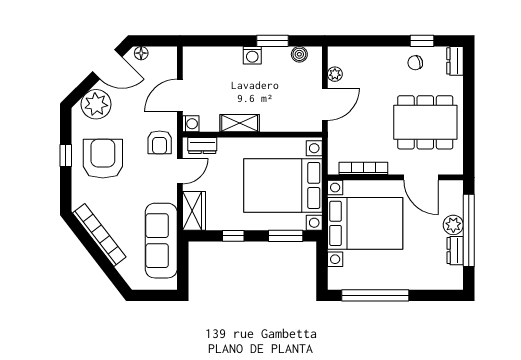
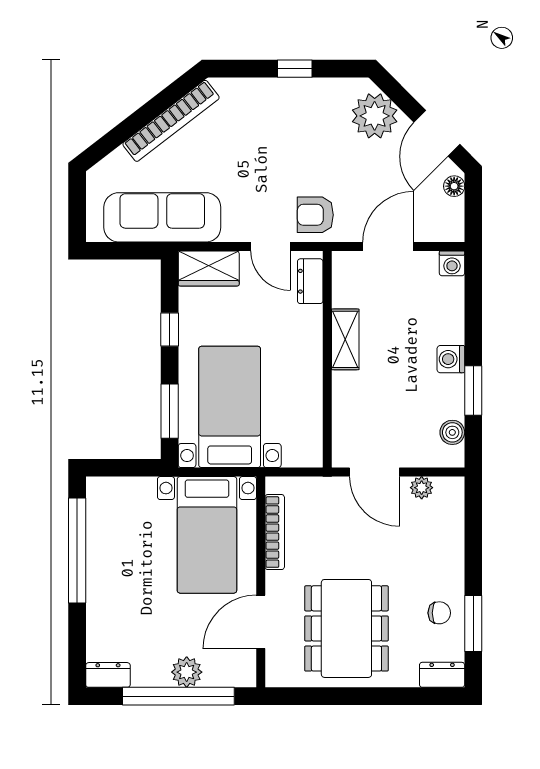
window: (422, 41) -> (473, 623), width x1.50
chair: (415, 63) -> (439, 613), turned 106
door: (180, 95) -> (388, 246), hinge flipped
washing machine: (191, 124) -> (452, 263), moved
armchair: (103, 159) -> (290, 127), removed
bed with nightstands: (283, 185) -> (230, 407), width x0.73
bed with nightstands: (365, 223) -> (207, 535), width x0.73
dresser: (455, 251) -> (108, 675), moved

